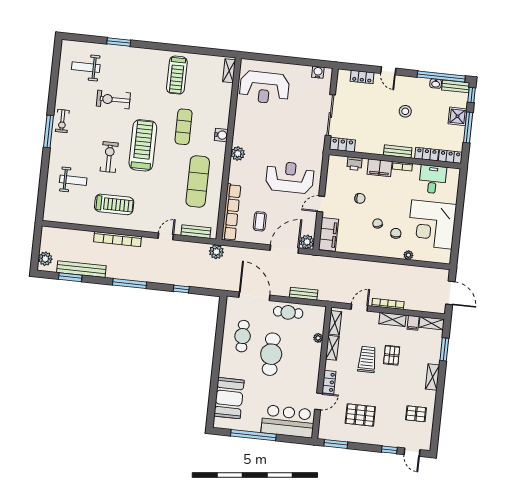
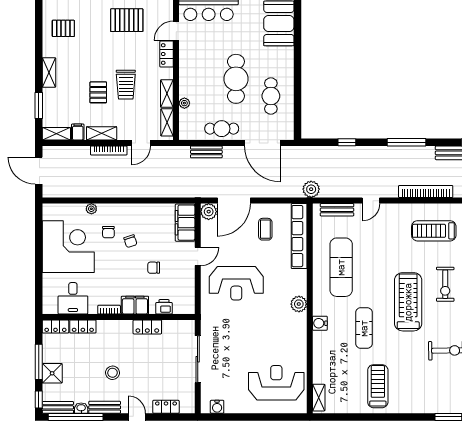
treadmill: (143, 145) -> (408, 302), turned 180
locker: (342, 145) -> (147, 327), moved
bench: (398, 151) -> (105, 407), moved

